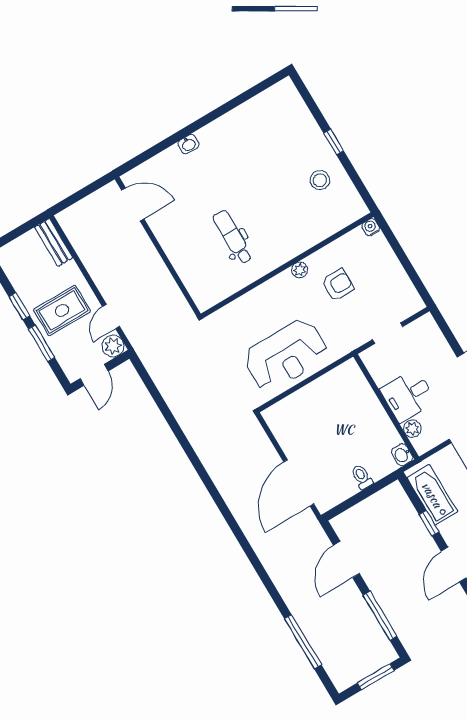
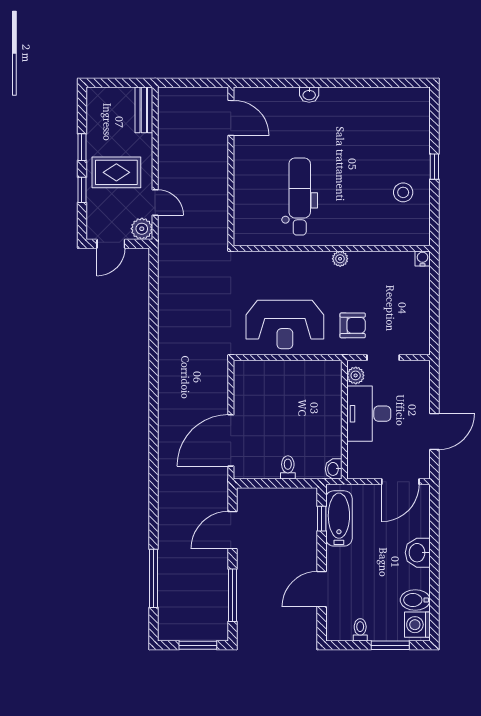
dental chair: (233, 237) -> (300, 196), width x1.36, depth x1.38
armchair: (338, 285) -> (353, 325), moved
door: (111, 316) -> (155, 202), swing flipped
window: (41, 343) -> (82, 190), width x0.67
desk: (408, 395) -> (369, 414), width x1.37
plant: (412, 429) -> (356, 375), moved
window: (429, 523) -> (322, 519), moved

